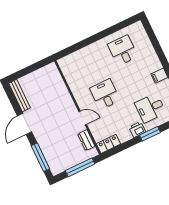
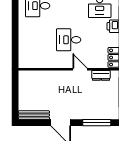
door: (83, 118) -> (80, 69), hinge flipped

